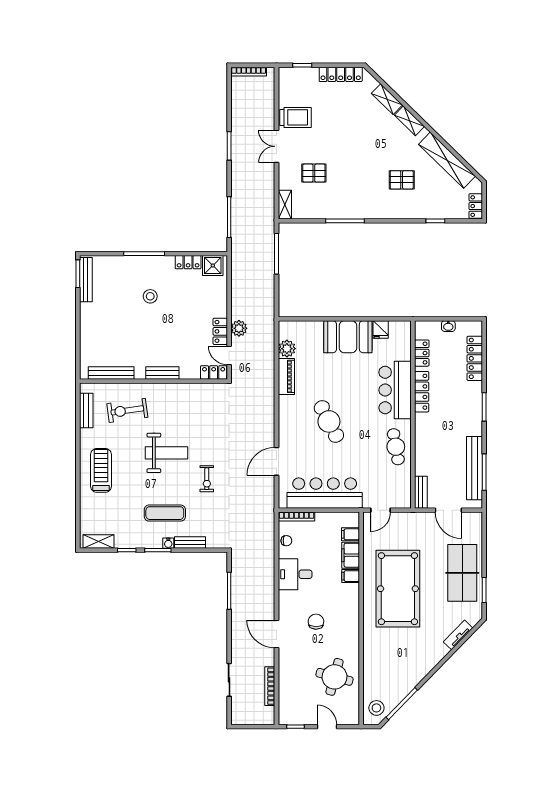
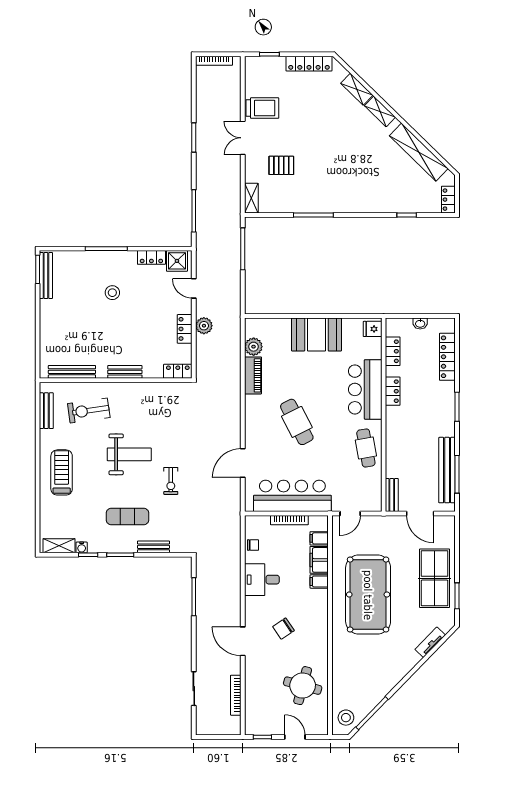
pallet: (402, 180) -> (372, 172), removed
fridge: (381, 330) -> (373, 329), moved, turned 90
door: (229, 355) -> (194, 288), moved
locker: (422, 392) -> (393, 391), width x0.66
bookcase: (296, 517) -> (289, 520), moved
water cooler: (168, 543) -> (82, 547), moved
chair: (316, 622) -> (283, 629), turned -125

